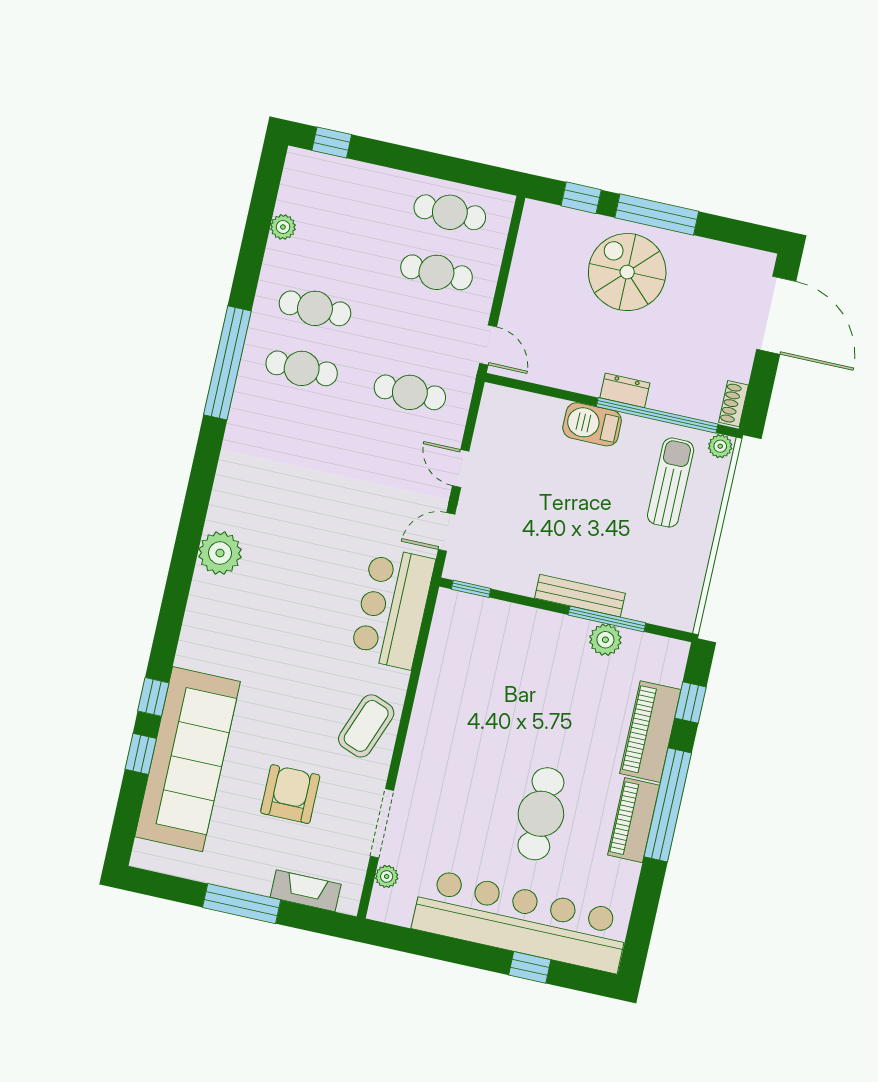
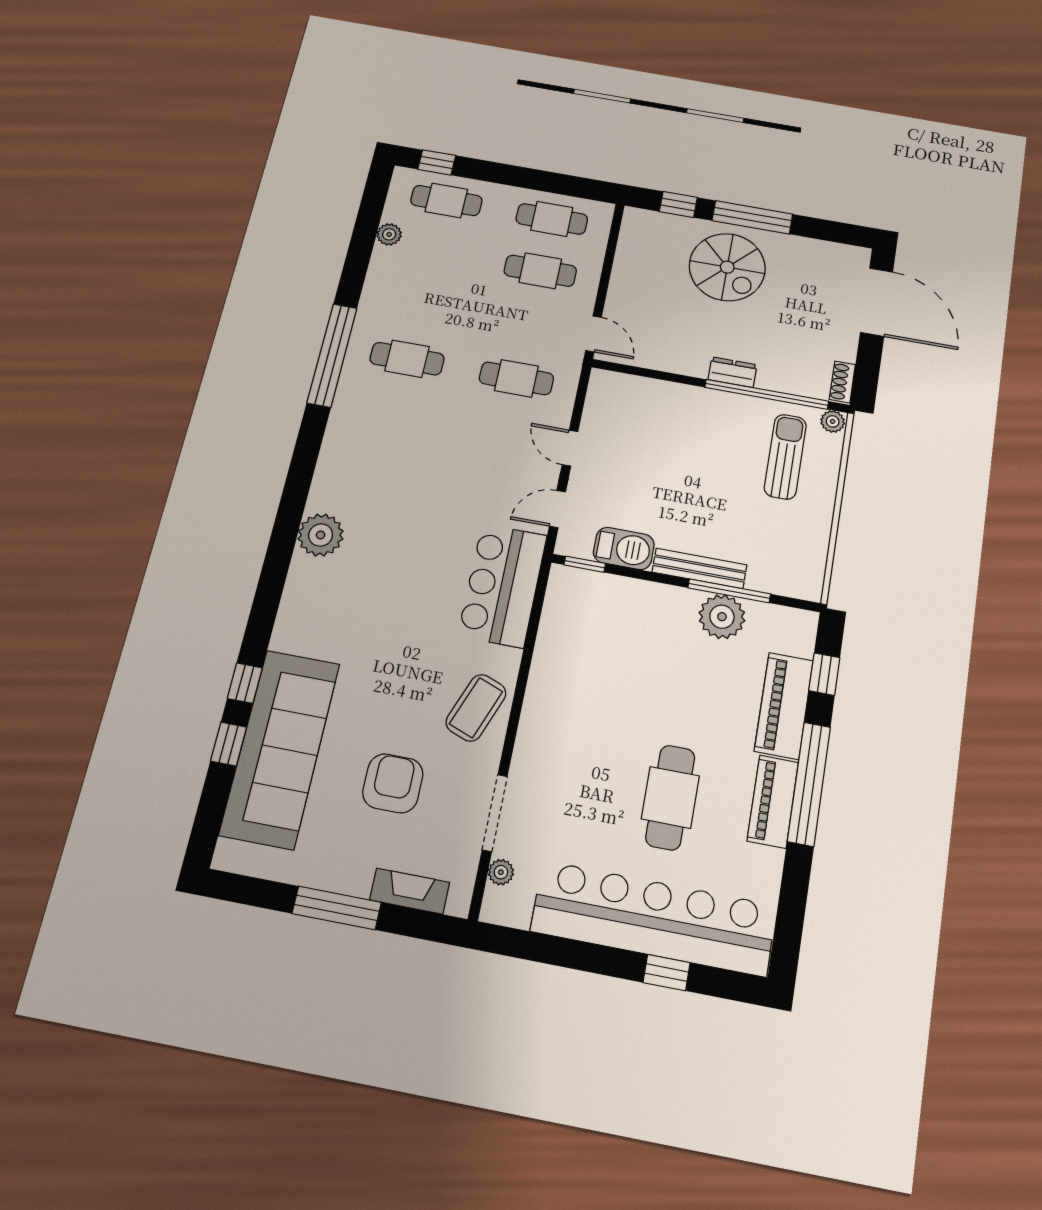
spiral stairs: (627, 272) -> (727, 267), turned 180
cafe table: (315, 308) -> (446, 200), moved
barbecue: (592, 424) -> (624, 548), moved, turned 180
plant: (605, 640) -> (722, 617), width x1.36, depth x1.36

